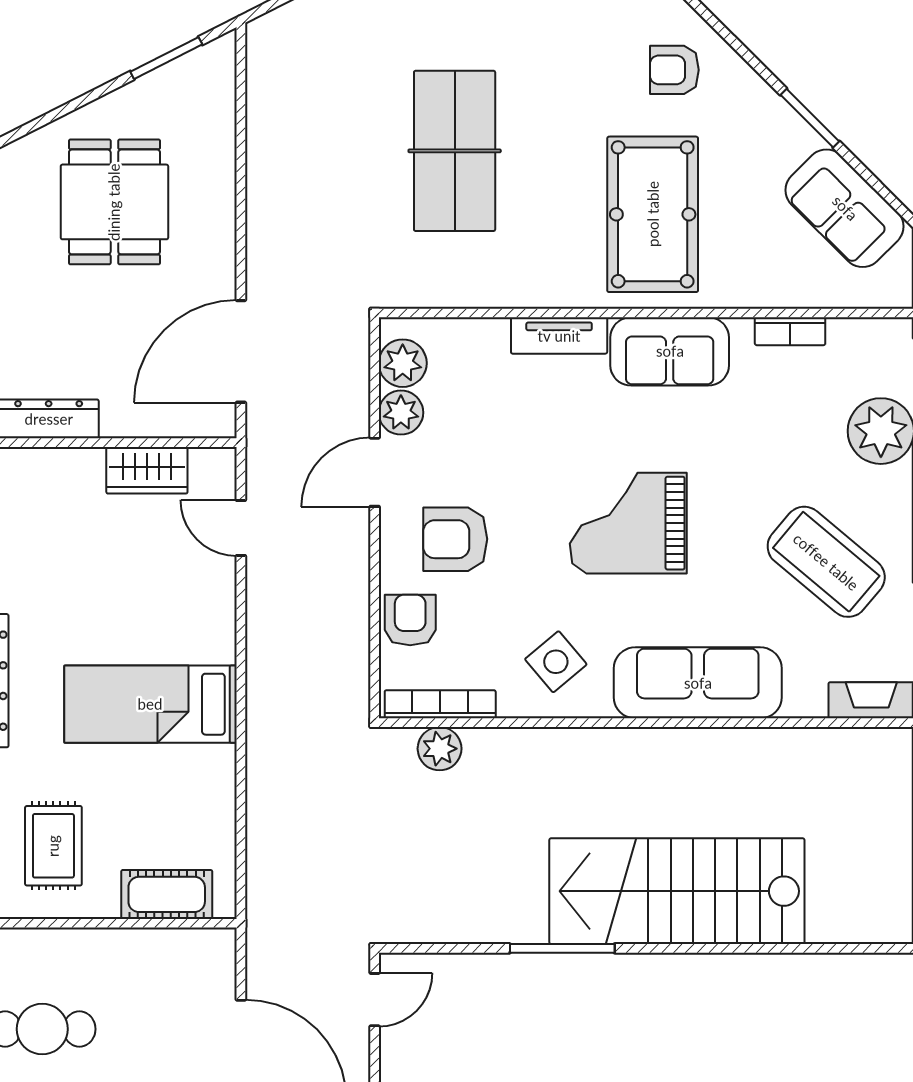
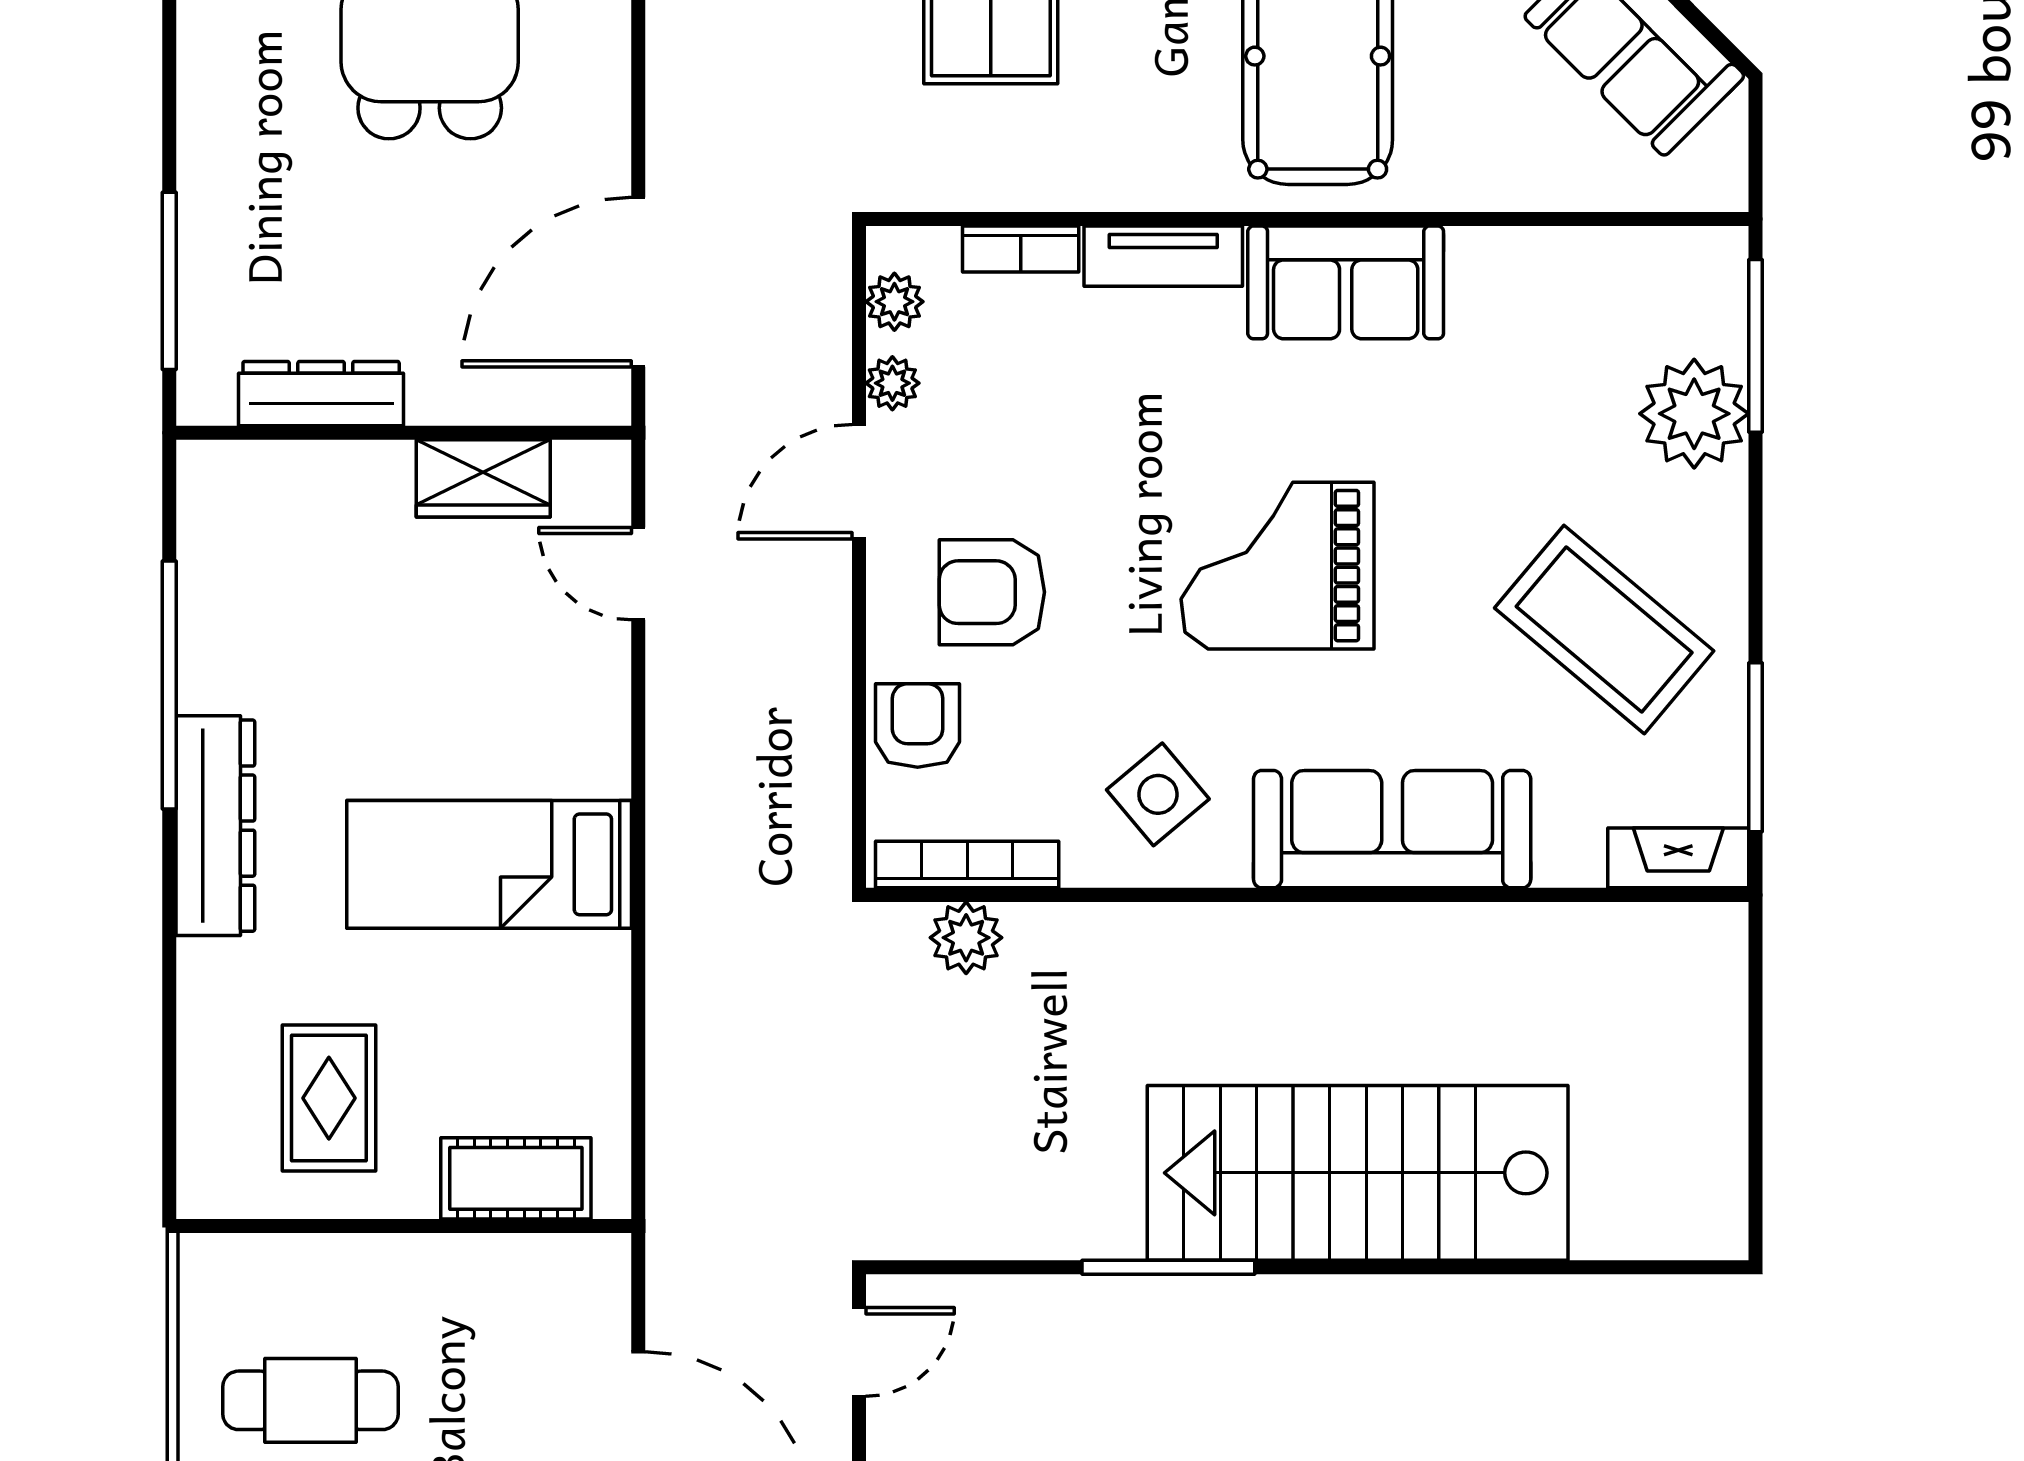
bookcase: (790, 331) -> (1021, 249), moved
plant: (403, 363) -> (894, 302), width x0.73, depth x0.73
plant: (401, 413) -> (892, 383), width x0.73, depth x0.73

